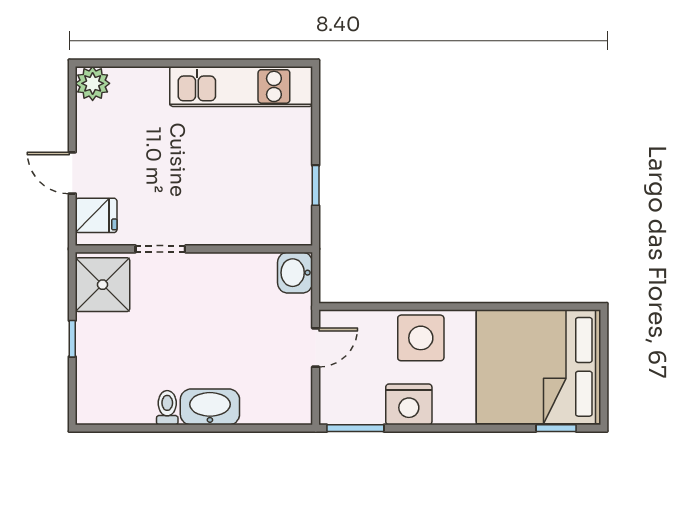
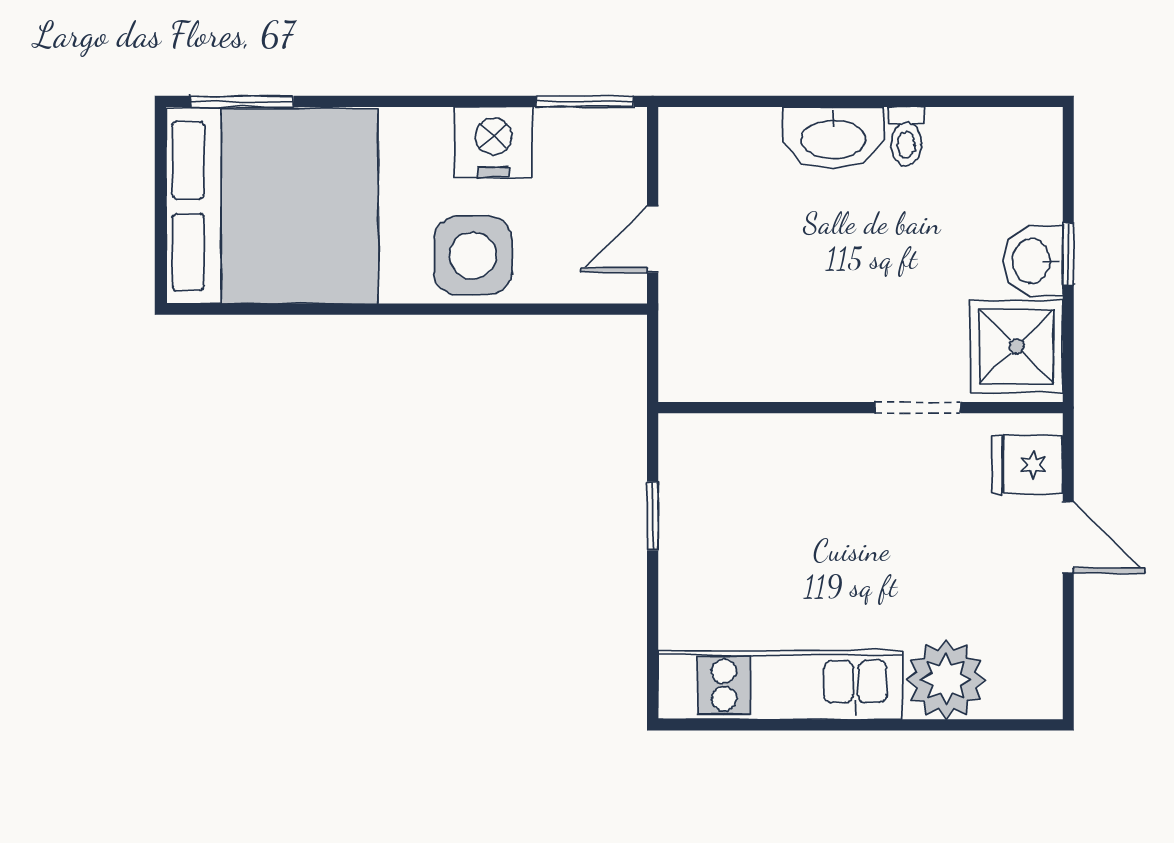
plant: (93, 83) -> (946, 680), moved, width x1.36, depth x1.36
washbasin: (295, 273) -> (1033, 261), moved, turned 180
window: (556, 428) -> (242, 101), width x1.50

